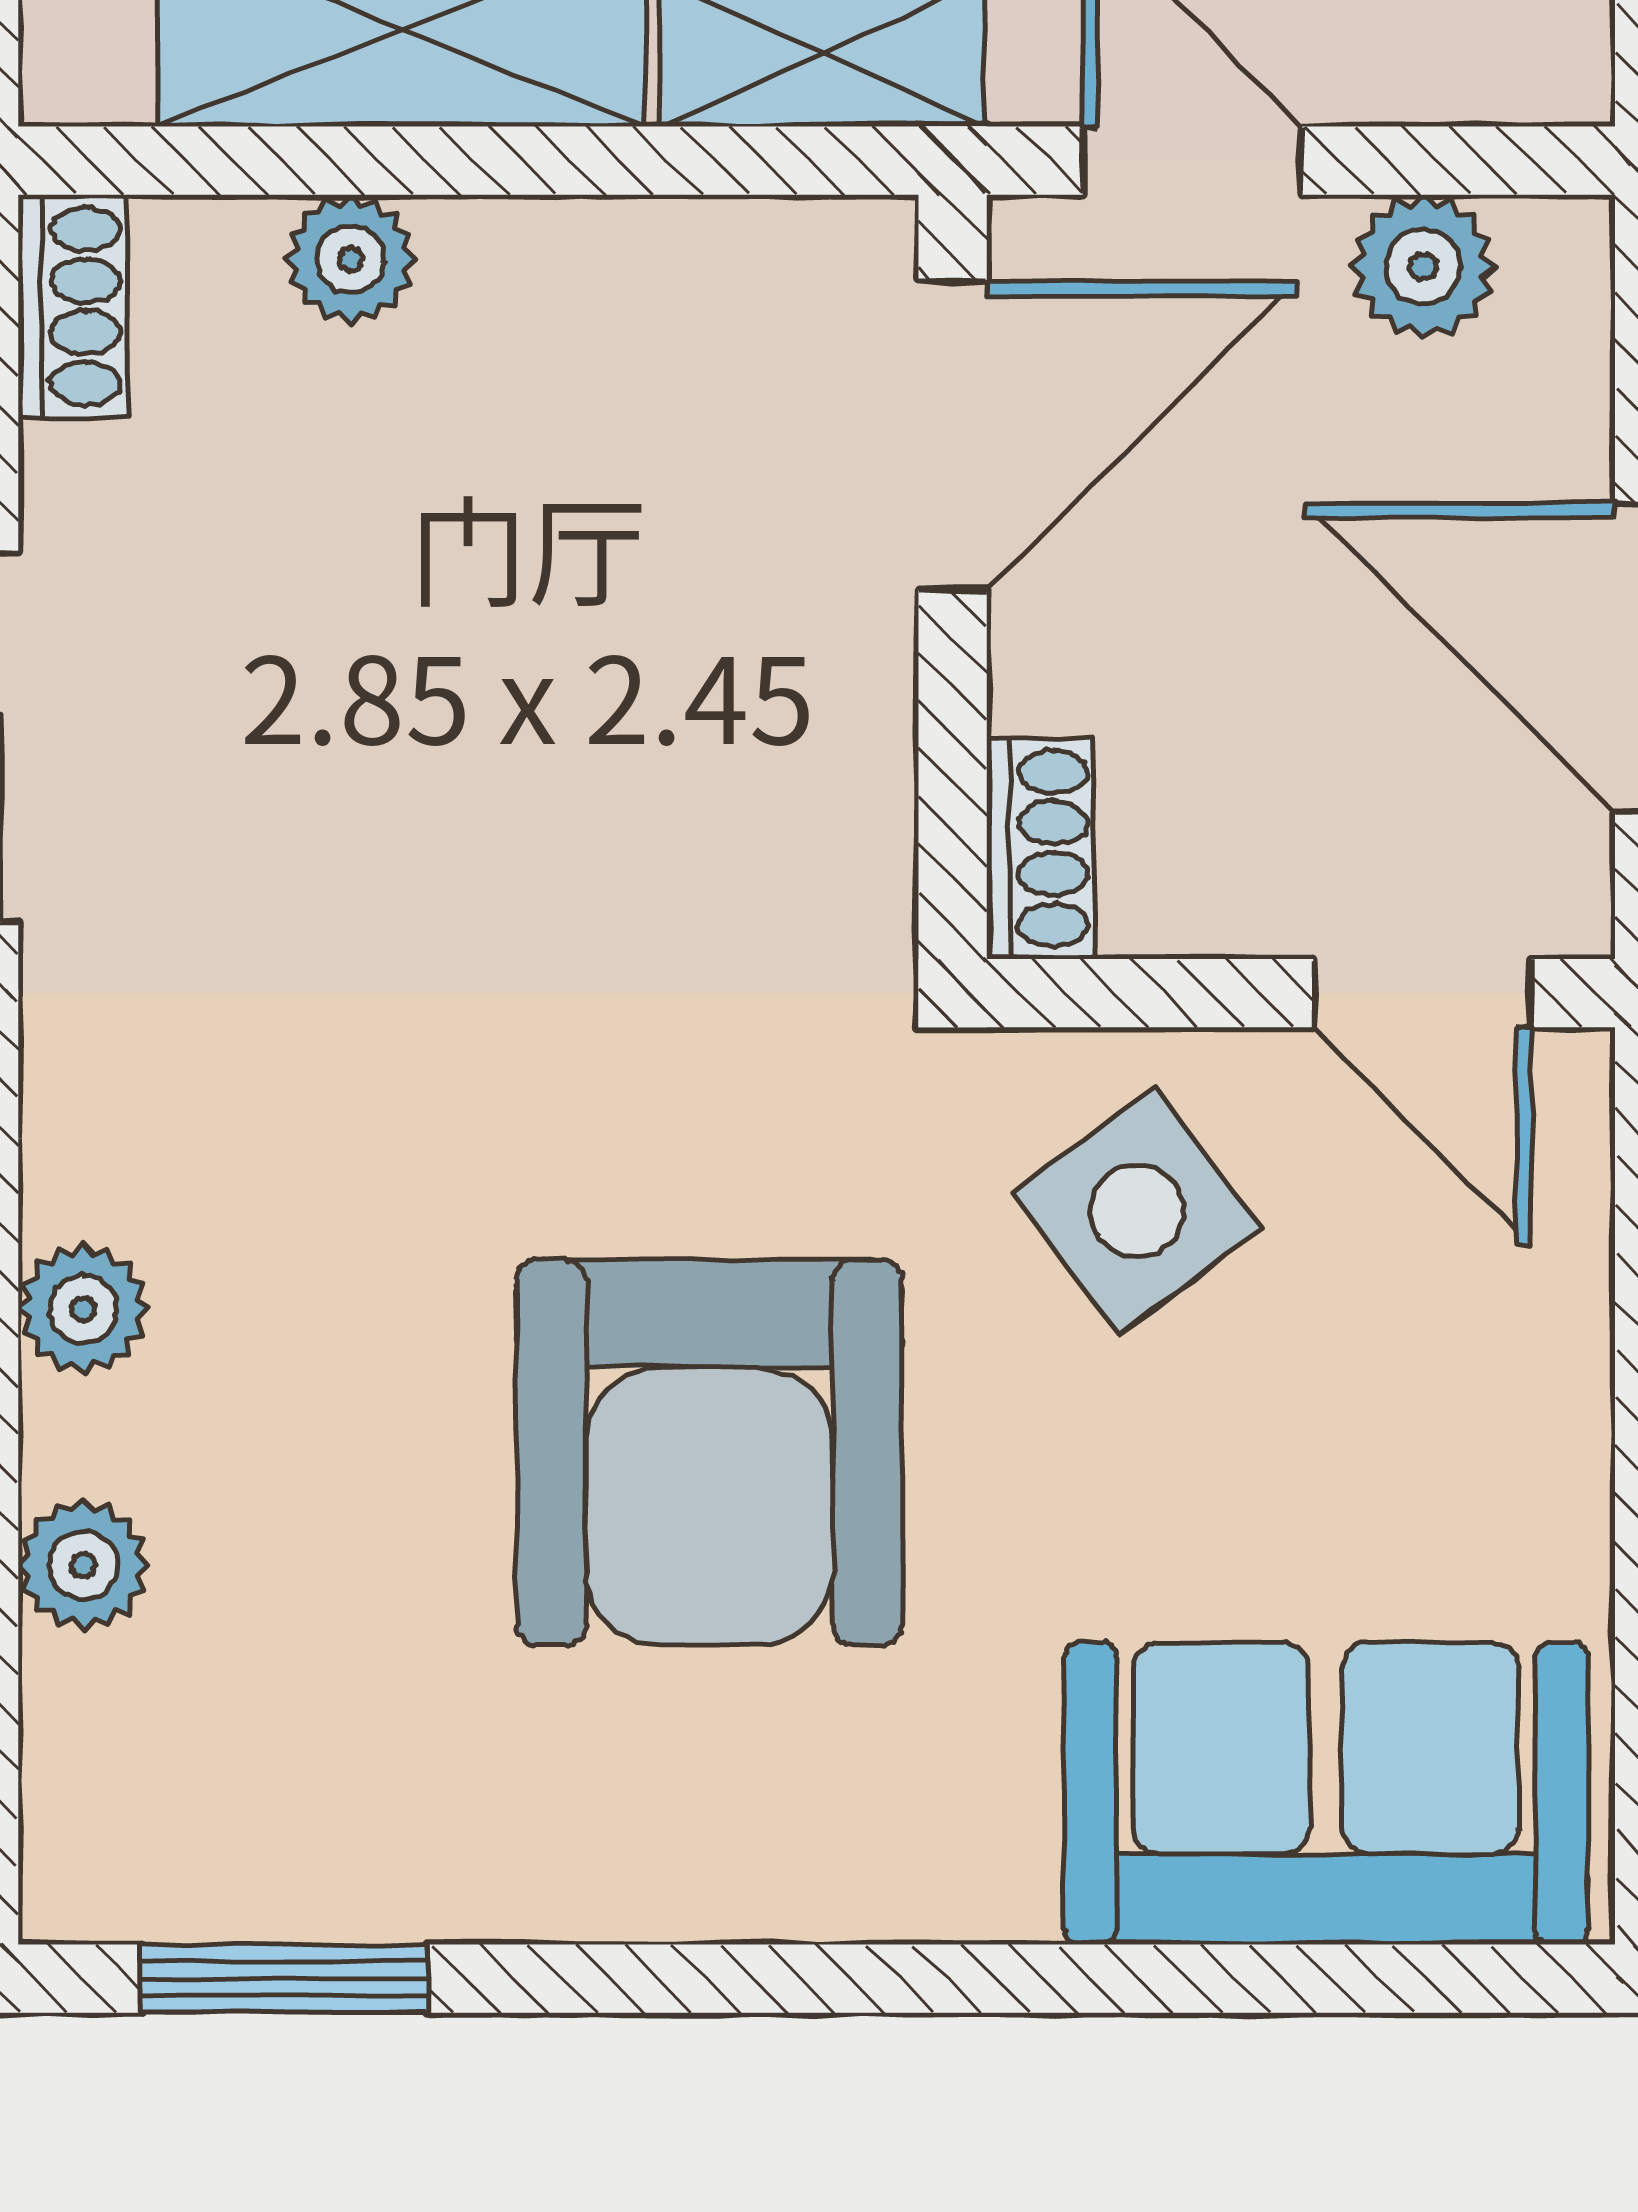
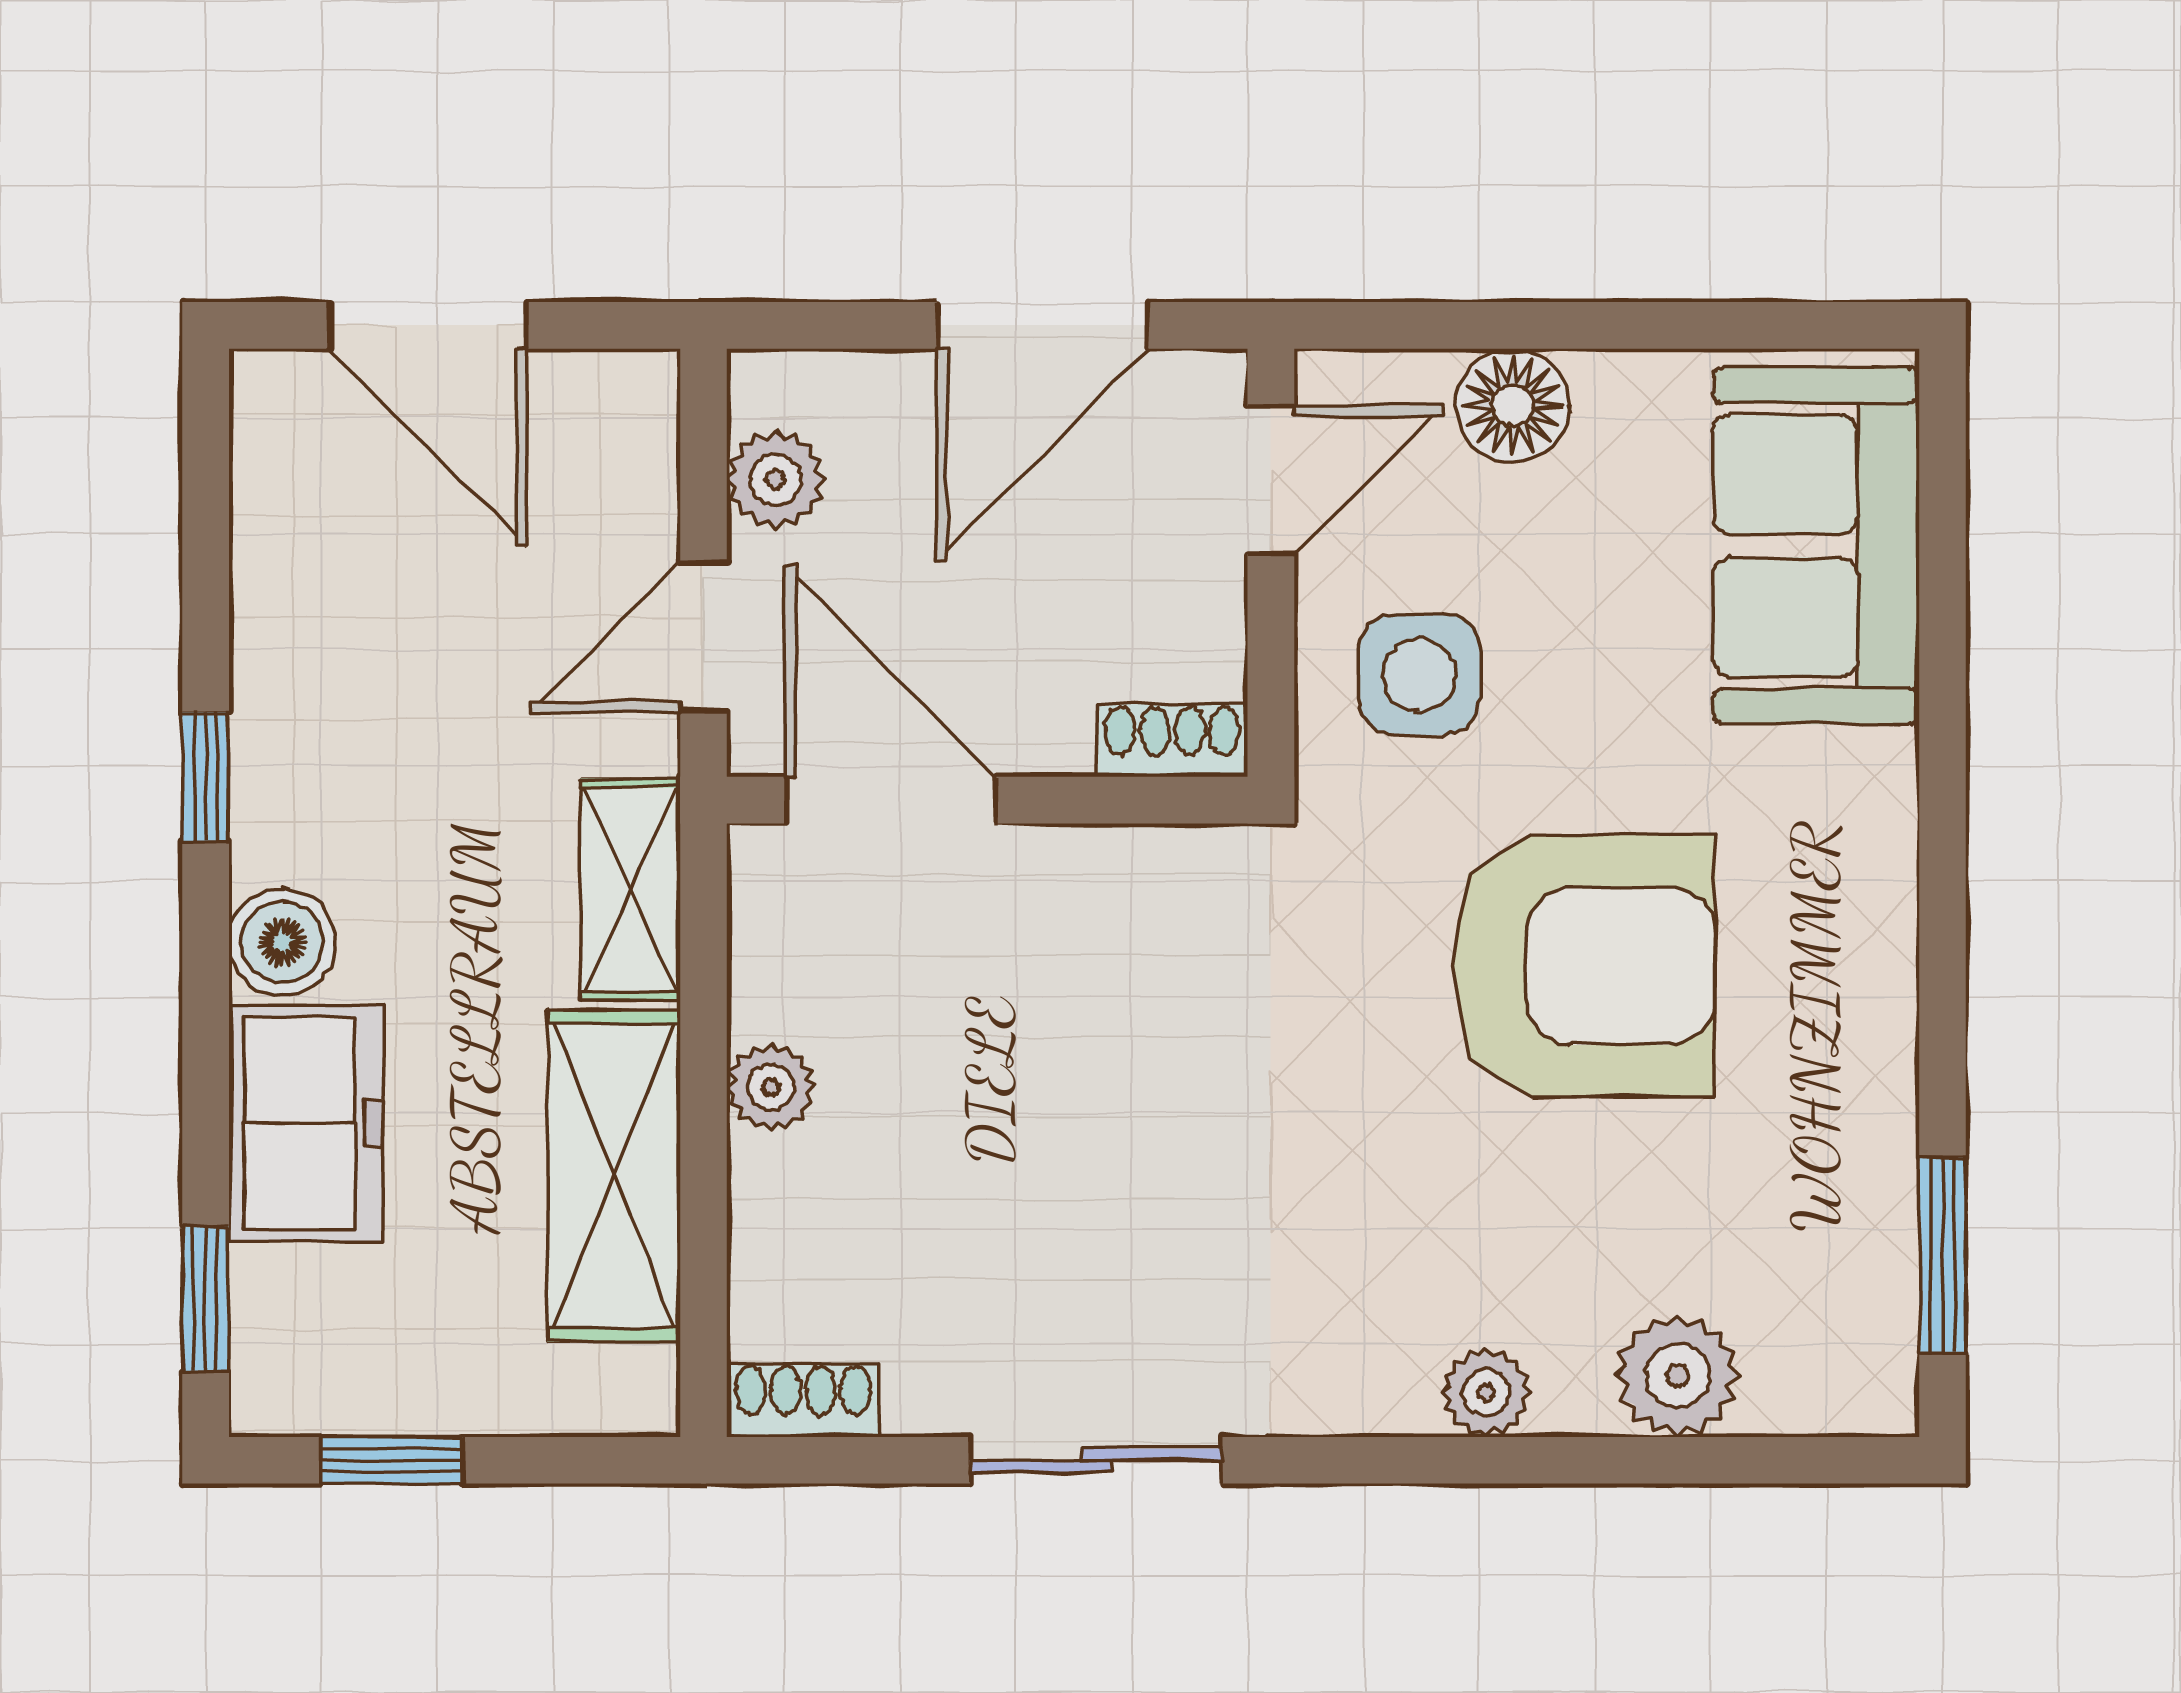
plant: (350, 259) -> (771, 1087), moved
side table: (1137, 1211) -> (1419, 675), turned 37
floor lamp: (1532, 1348) -> (1513, 405), added
plant: (83, 1565) -> (1677, 1376), width x1.38, depth x1.38

